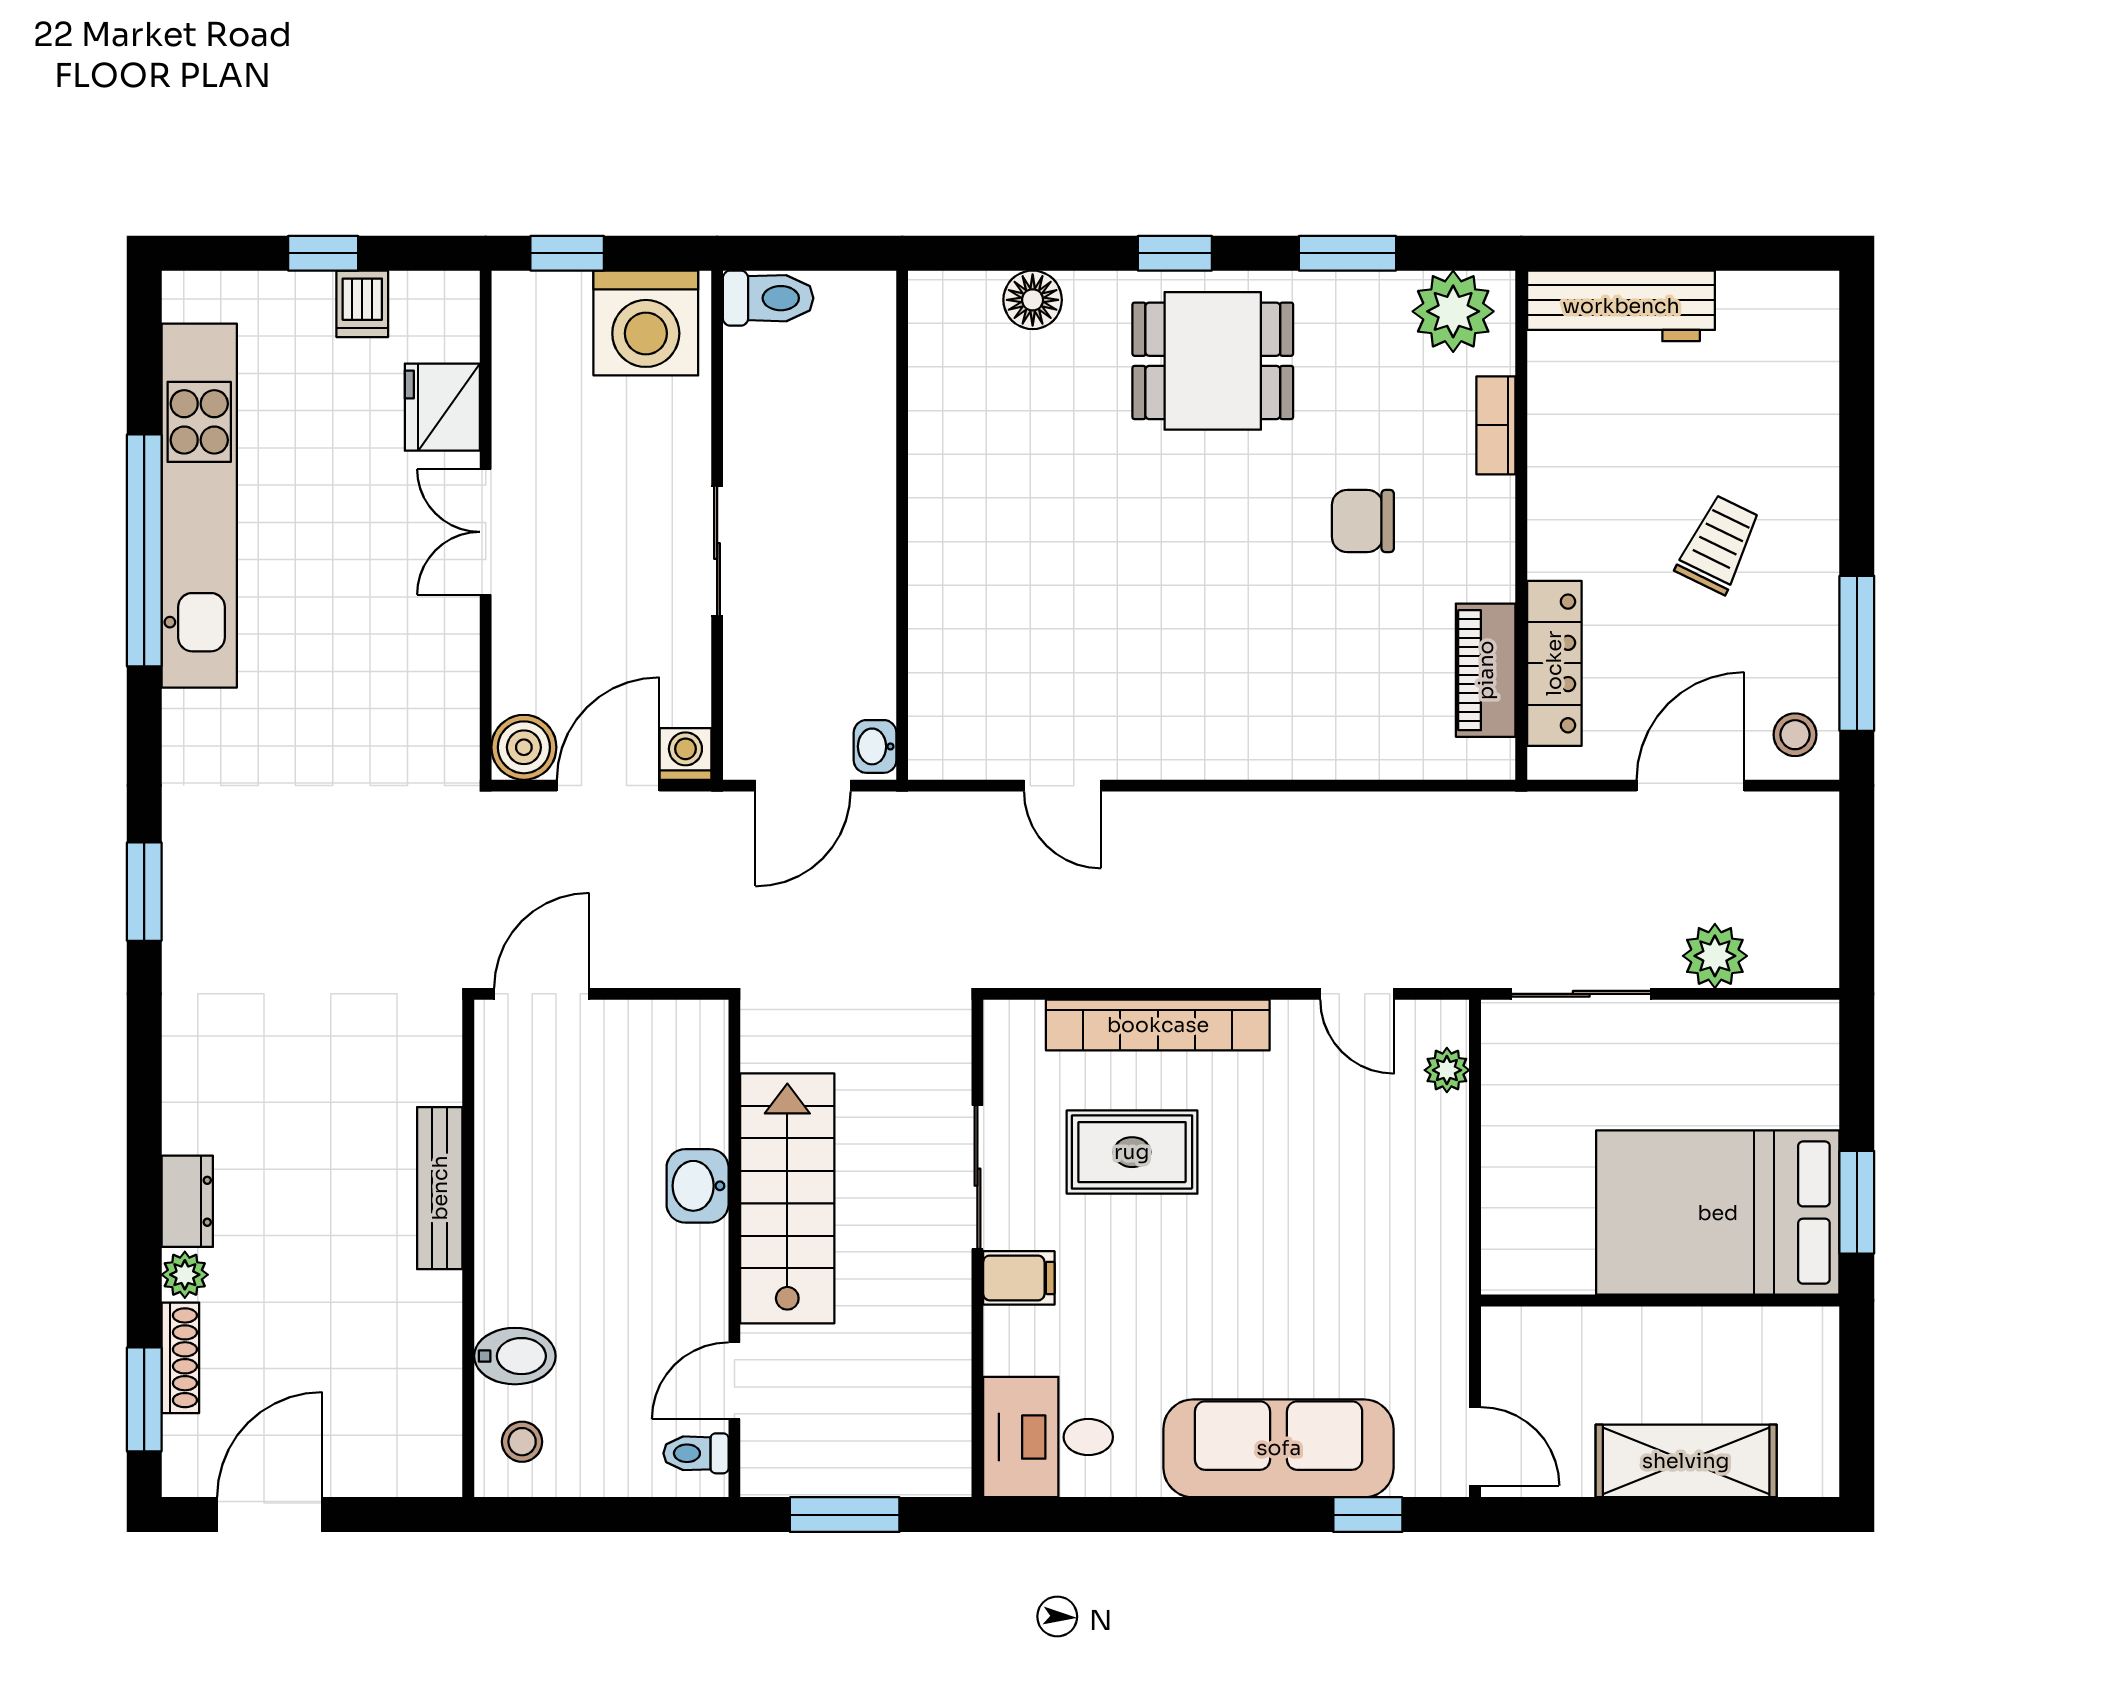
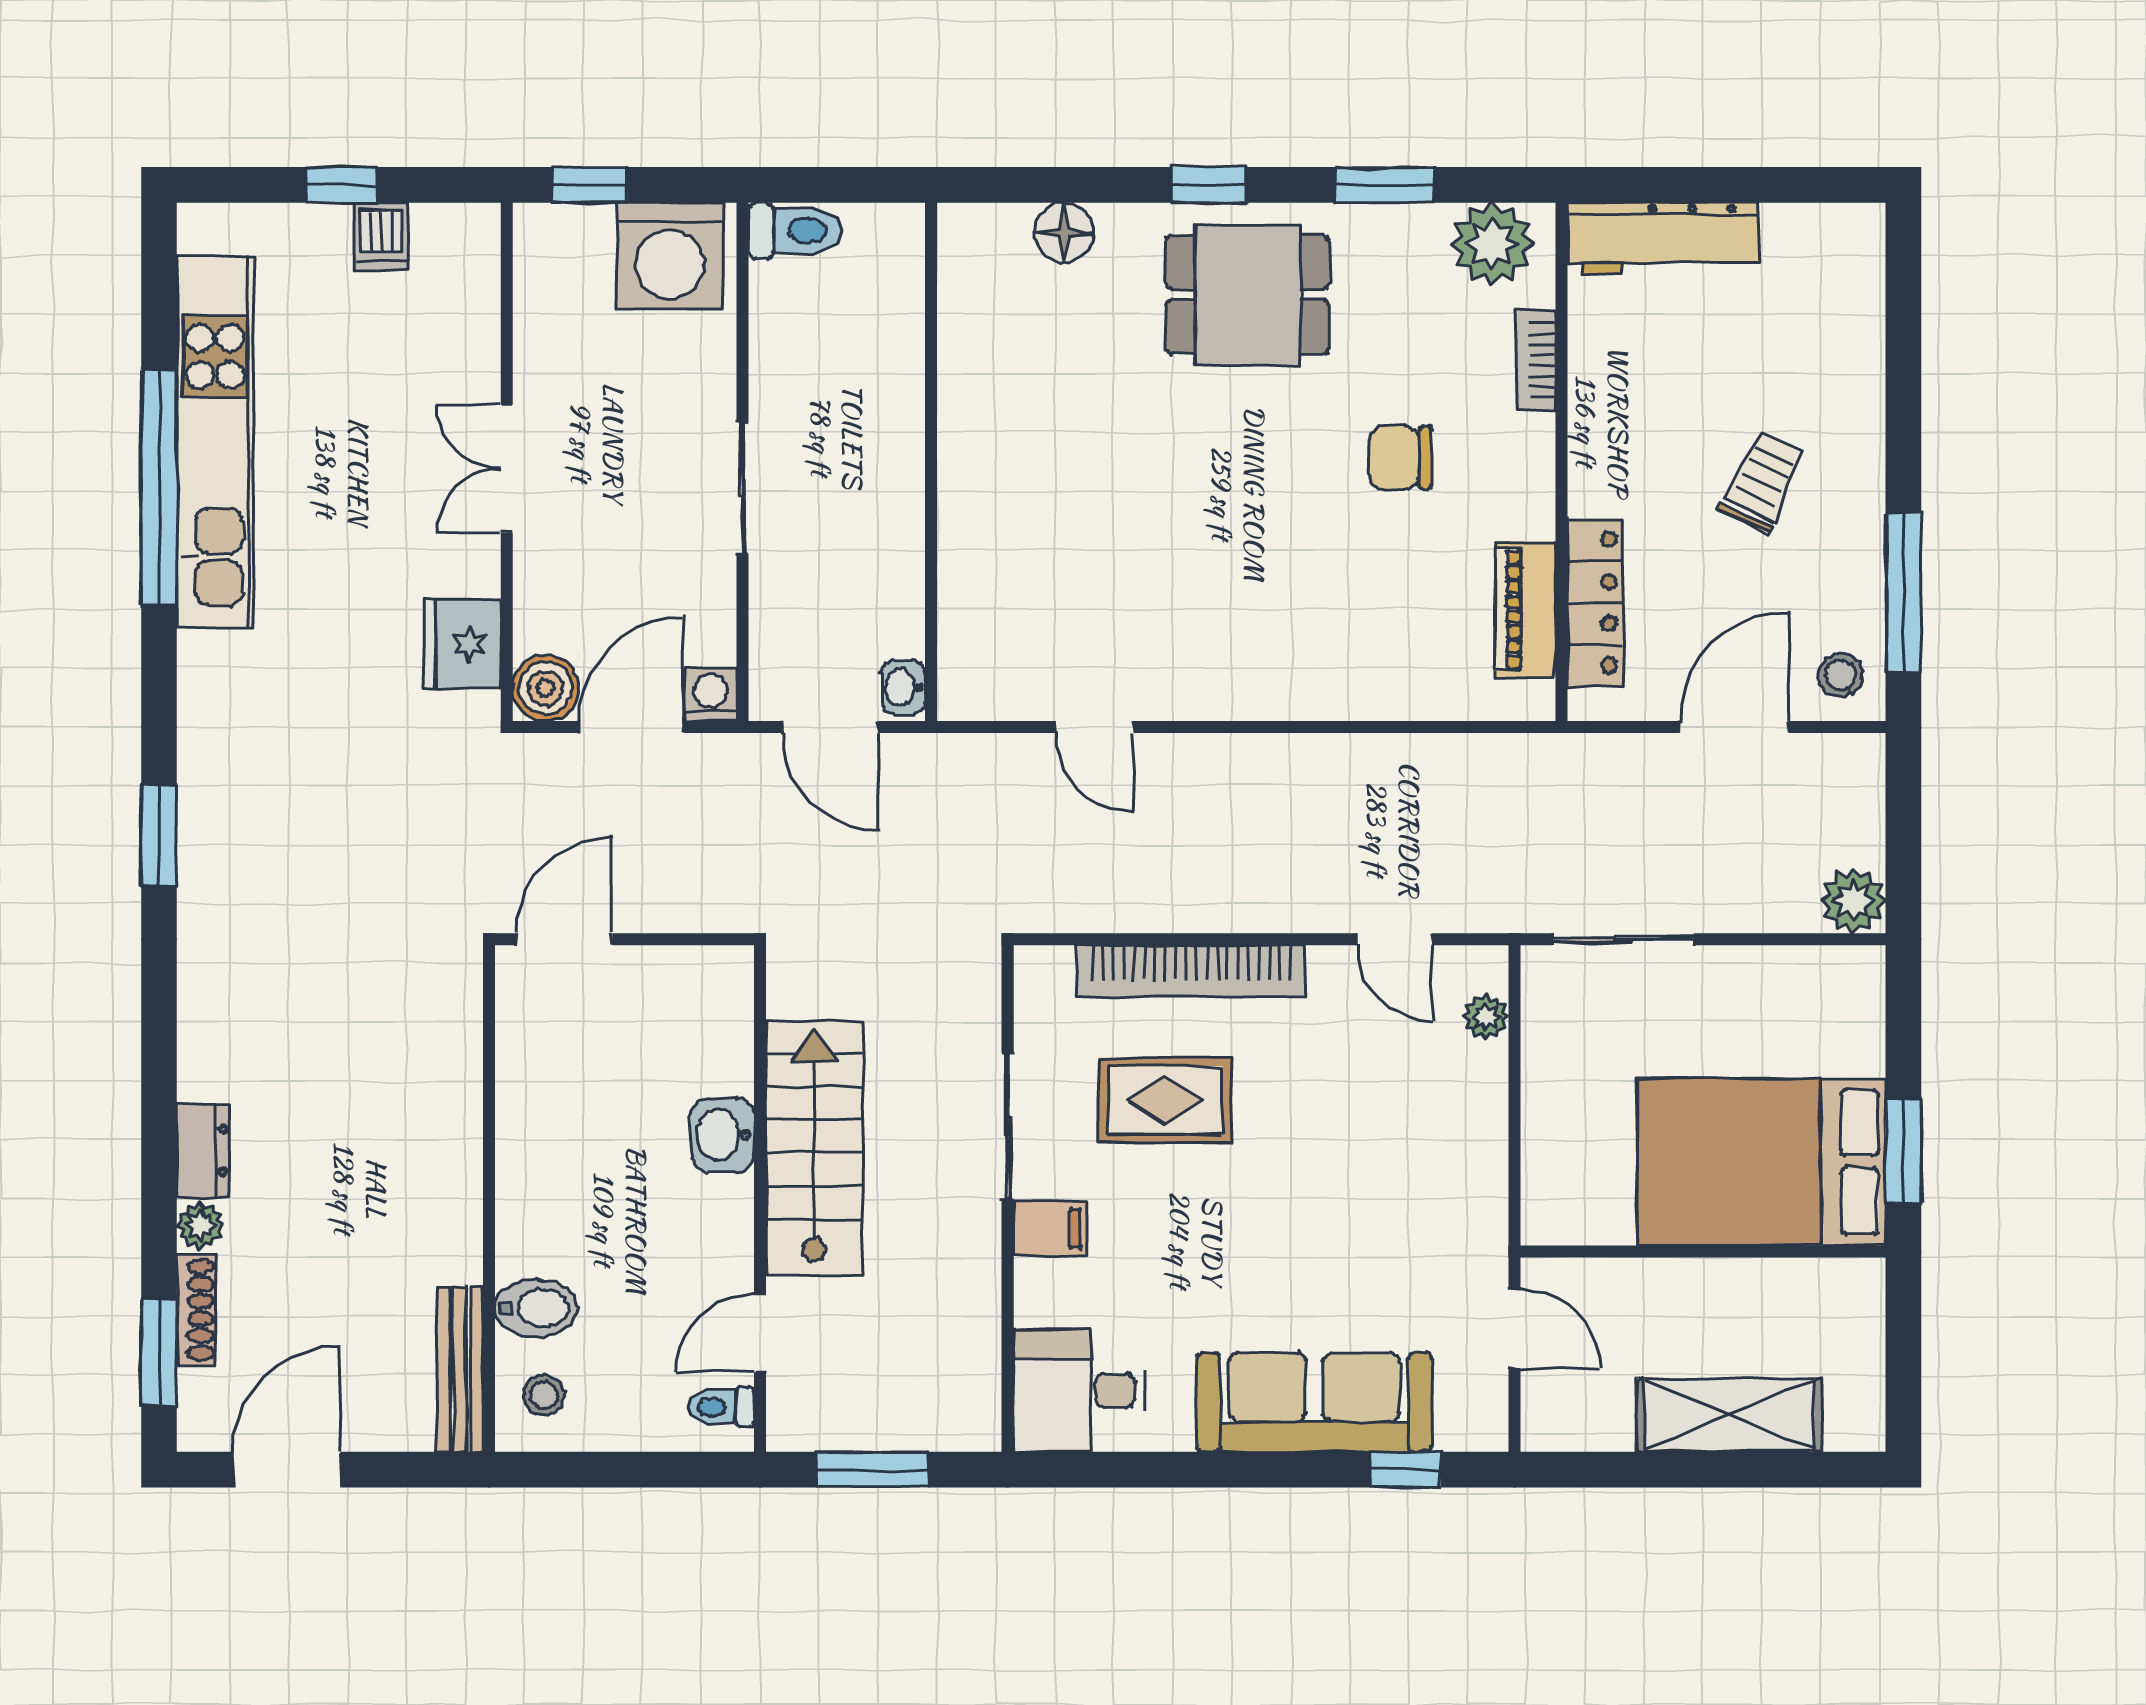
fridge: (442, 407) -> (463, 644), moved
door: (803, 786) -> (830, 727), hinge flipped
plant: (1715, 956) -> (1853, 901), moved
bench: (440, 1188) -> (460, 1369), moved
door: (1475, 1446) -> (1514, 1328), moved

